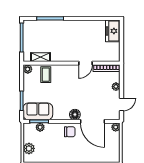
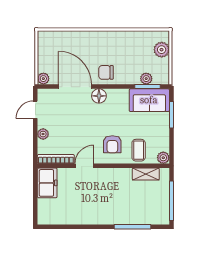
freezer: (113, 31) -> (47, 183), moved
armchair: (65, 79) -> (112, 144), added

